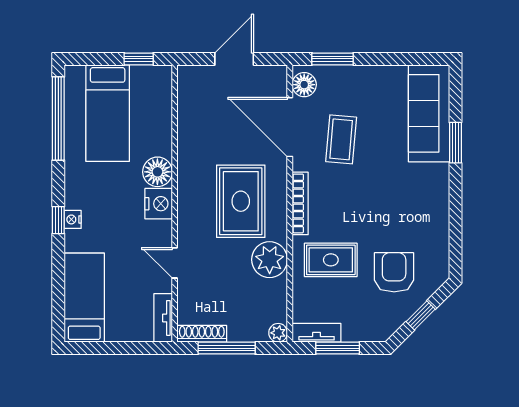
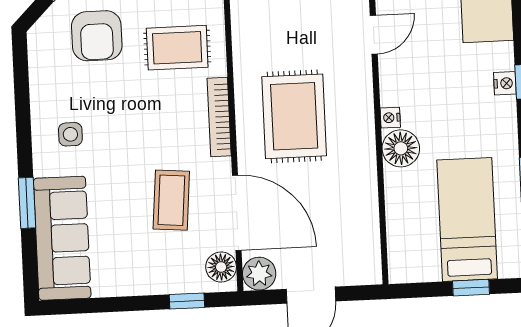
window: (139, 59) -> (471, 288), moved
window: (333, 59) -> (187, 301), width x0.67
side table: (419, 195) -> (70, 134), added
nightstand: (159, 204) -> (390, 118), width x0.53, depth x0.56
plant: (270, 260) -> (259, 274), moved, width x0.73, depth x0.73
door: (175, 263) -> (374, 35), hinge flipped

